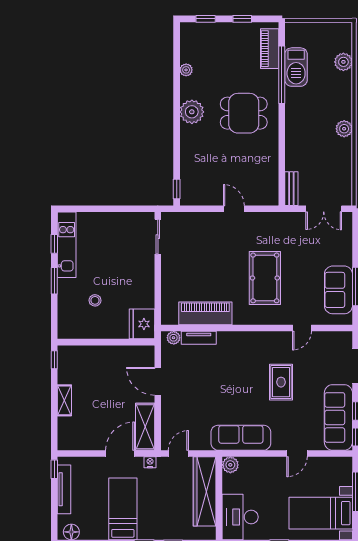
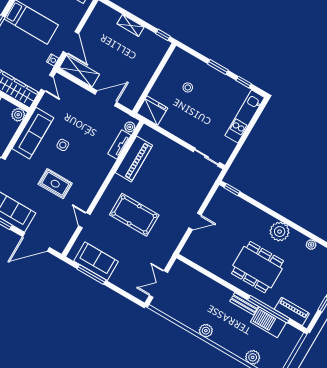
dining table: (244, 113) -> (258, 267), width x1.38
bench: (291, 189) -> (244, 304), moved
kitchen unit: (67, 245) -> (245, 116), moved, turned 90
side table: (235, 398) -> (63, 145), added

